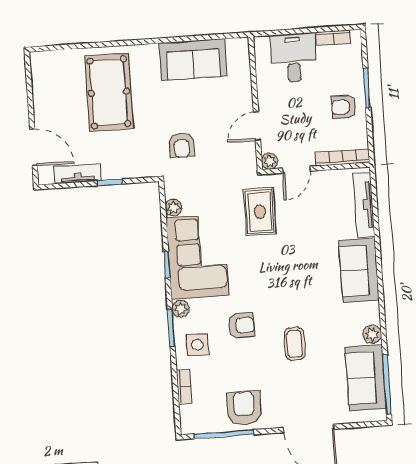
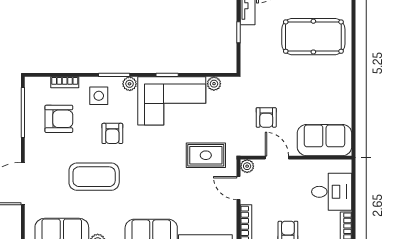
sofa: (193, 59) -> (324, 140), moved, turned 90
armchair: (182, 145) -> (266, 117), moved, turned -90
coffee table: (295, 344) -> (94, 177), width x1.86, depth x1.72
armchair: (244, 408) -> (59, 119), moved

